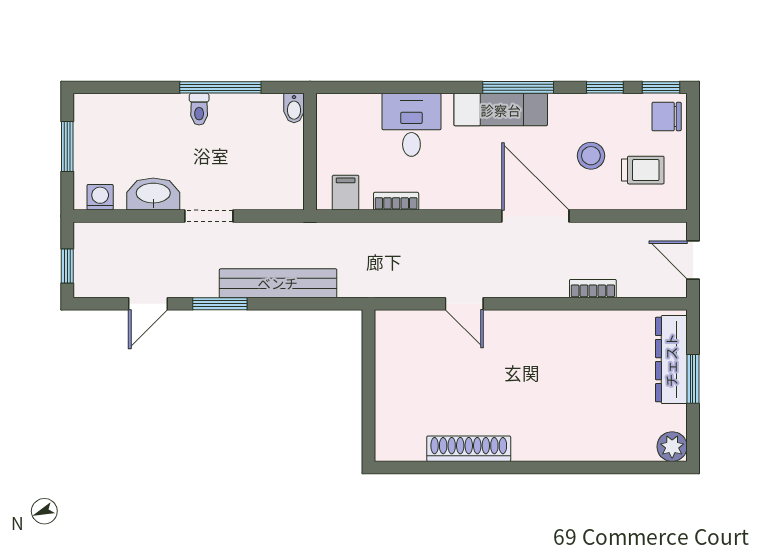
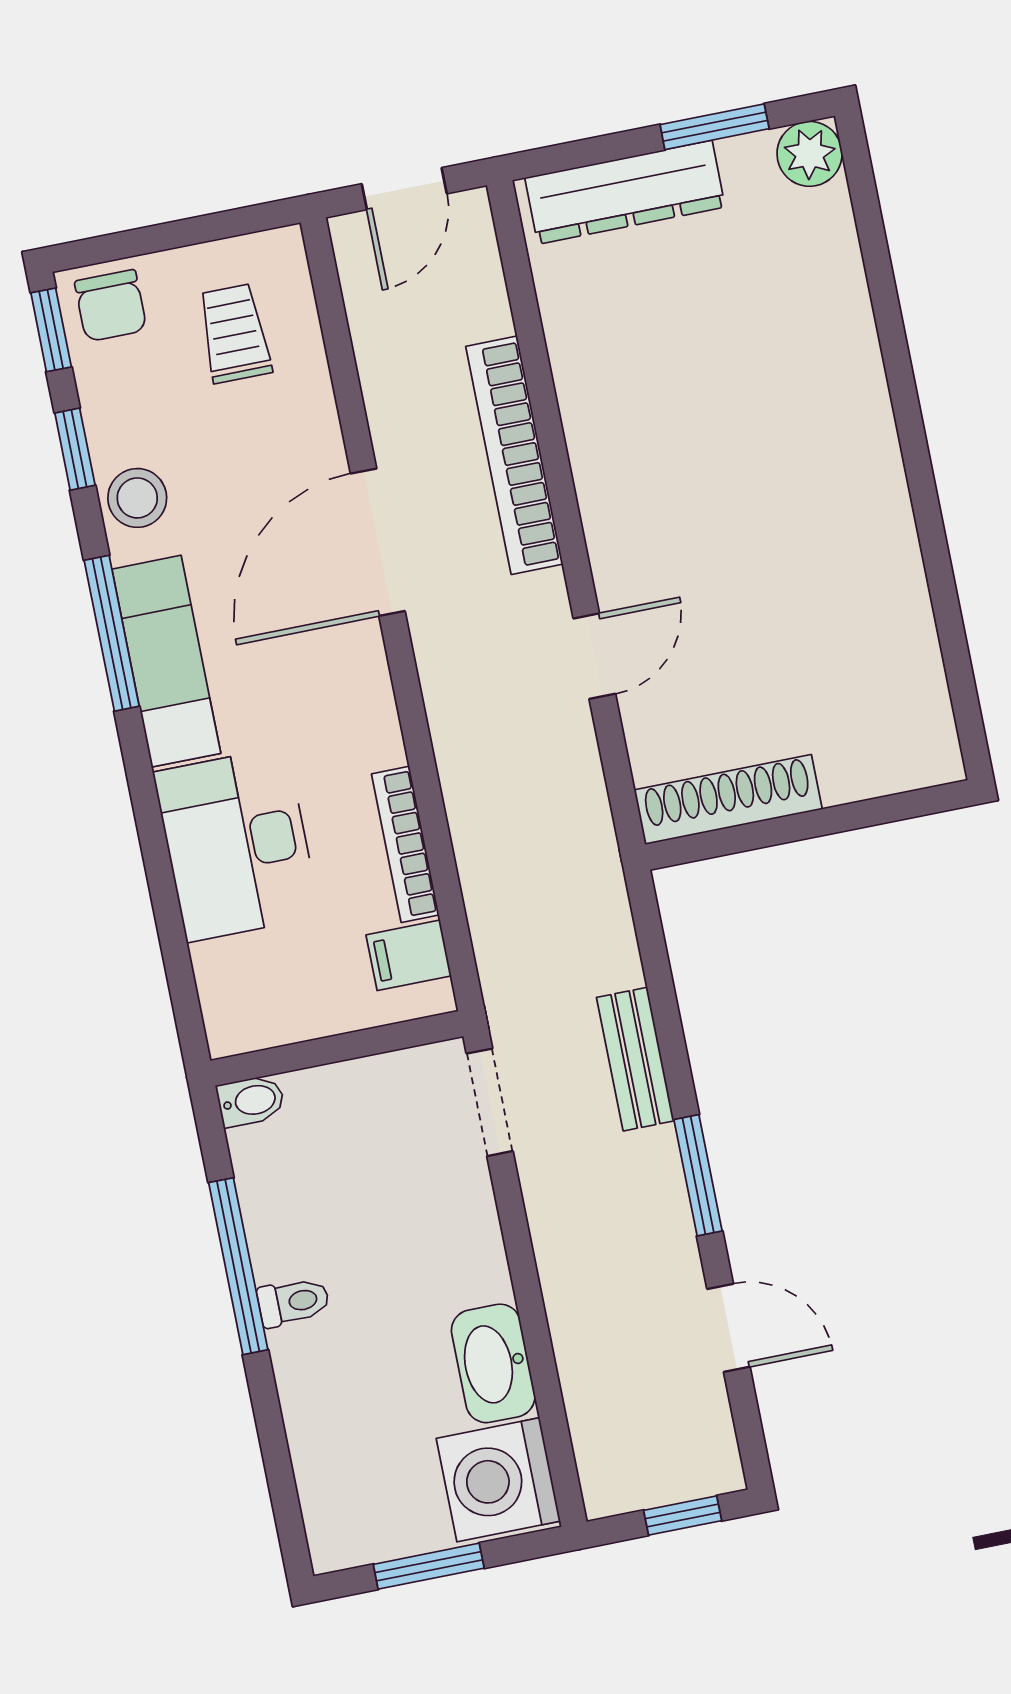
desk: (411, 125) -> (237, 844), width x1.37
stool: (591, 156) -> (137, 498), moved
washing machine: (100, 197) -> (498, 1480), width x1.89, depth x1.89
bookcase: (396, 201) -> (405, 844), width x1.56
doorway: (209, 216) -> (490, 1102), moved
bench: (278, 283) -> (635, 1059), width x0.54, depth x0.82
bookcase: (593, 289) -> (514, 455), width x2.31, depth x1.31
window: (693, 379) -> (715, 127), moved
shoe rack: (469, 449) -> (728, 800), moved, turned 90

